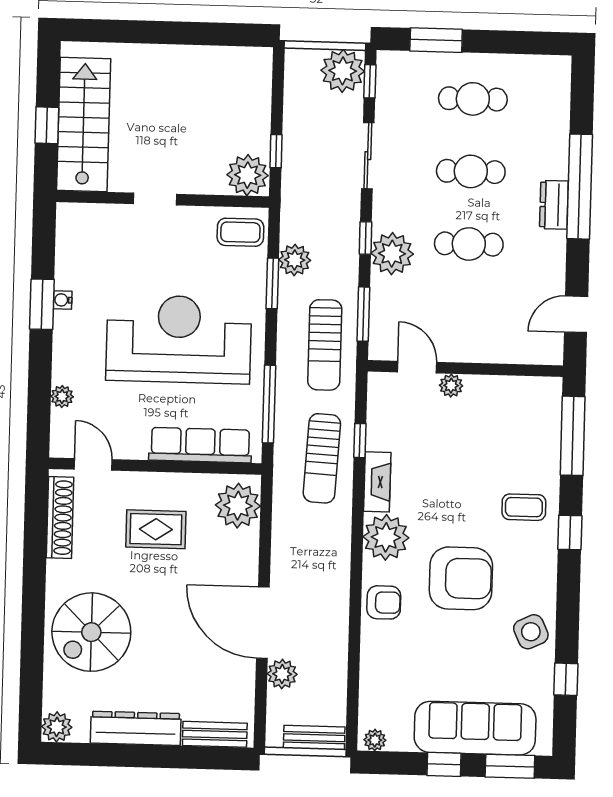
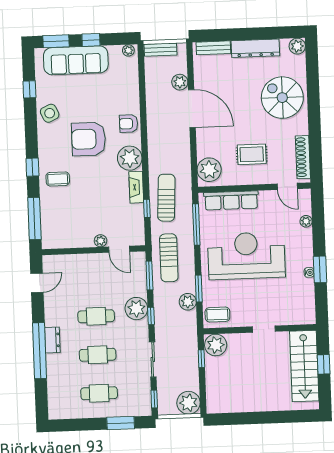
plant: (343, 71) -> (189, 403), moved
reception desk: (179, 339) -> (246, 256), turned 180
sun lounger: (325, 345) -> (169, 258), turned 180
spiral stairs: (91, 632) -> (282, 98), turned -90

